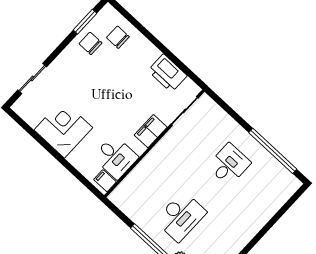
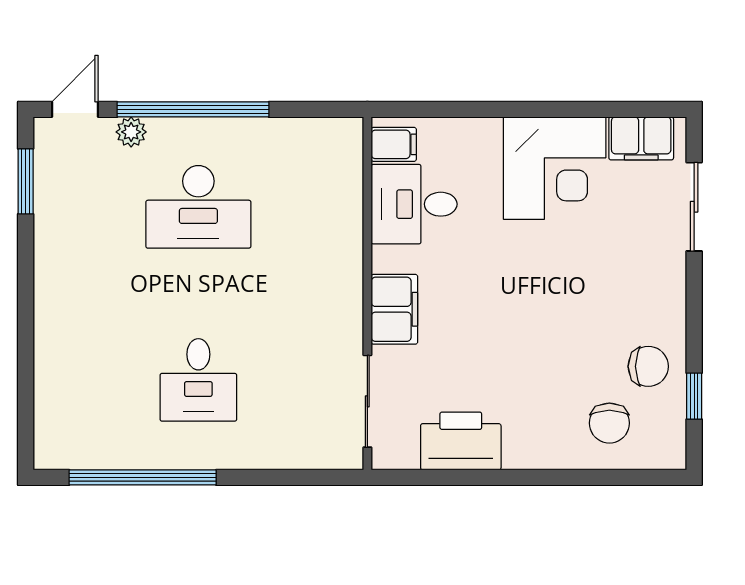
window: (85, 22) -> (694, 396), width x0.67
chair: (118, 37) -> (609, 423), turned 90
filing cabinet: (29, 114) -> (641, 138), added
desk: (181, 216) -> (198, 207), turned -90

